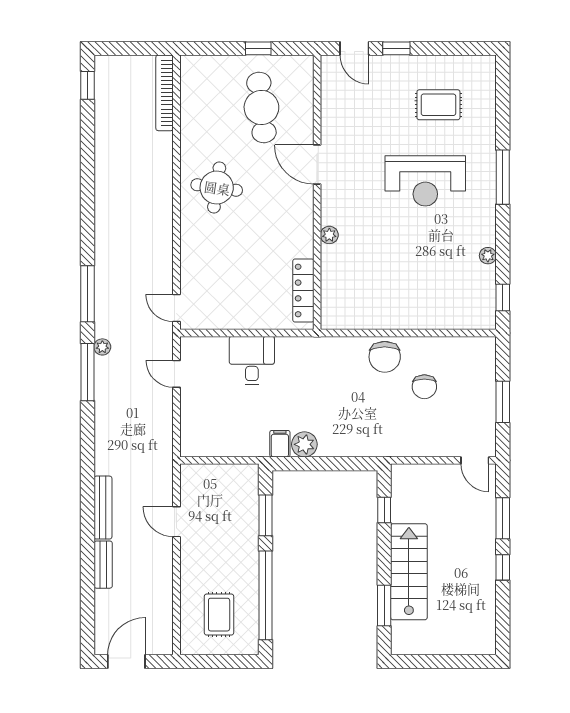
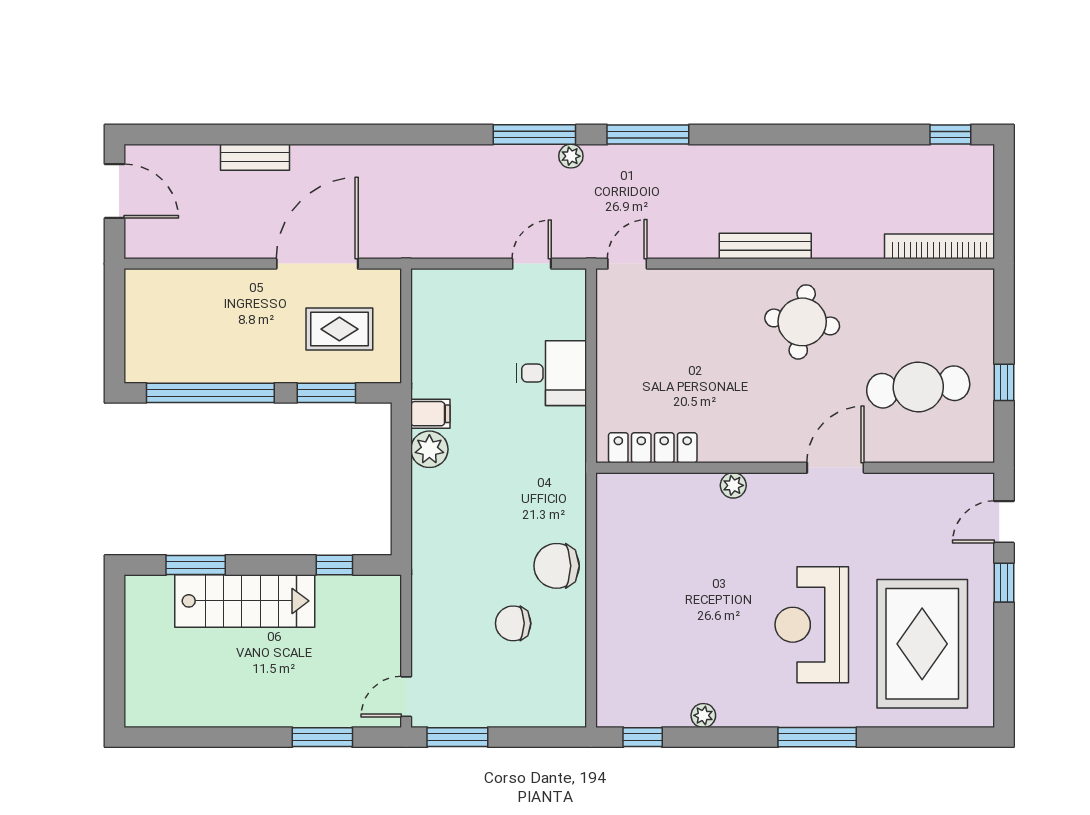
rug: (438, 105) -> (922, 644), width x1.86, depth x2.06
window: (503, 402) -> (457, 737), moved
bench: (103, 508) -> (765, 246), moved
door: (176, 522) -> (317, 264), width x1.87
window: (503, 567) -> (251, 737), removed
rug: (219, 615) -> (339, 329), moved

